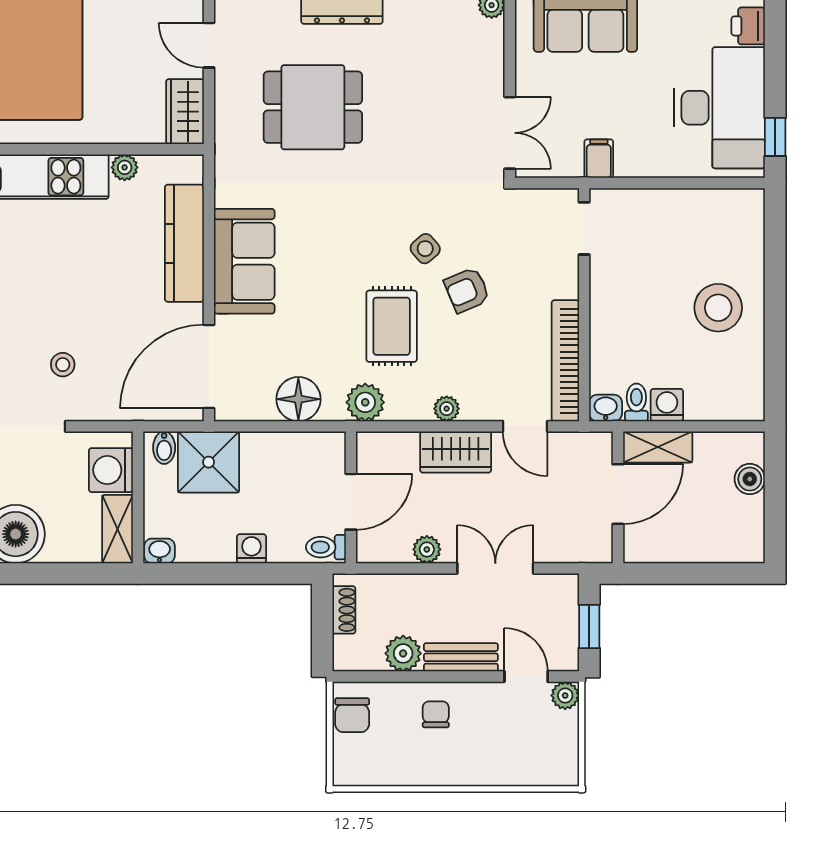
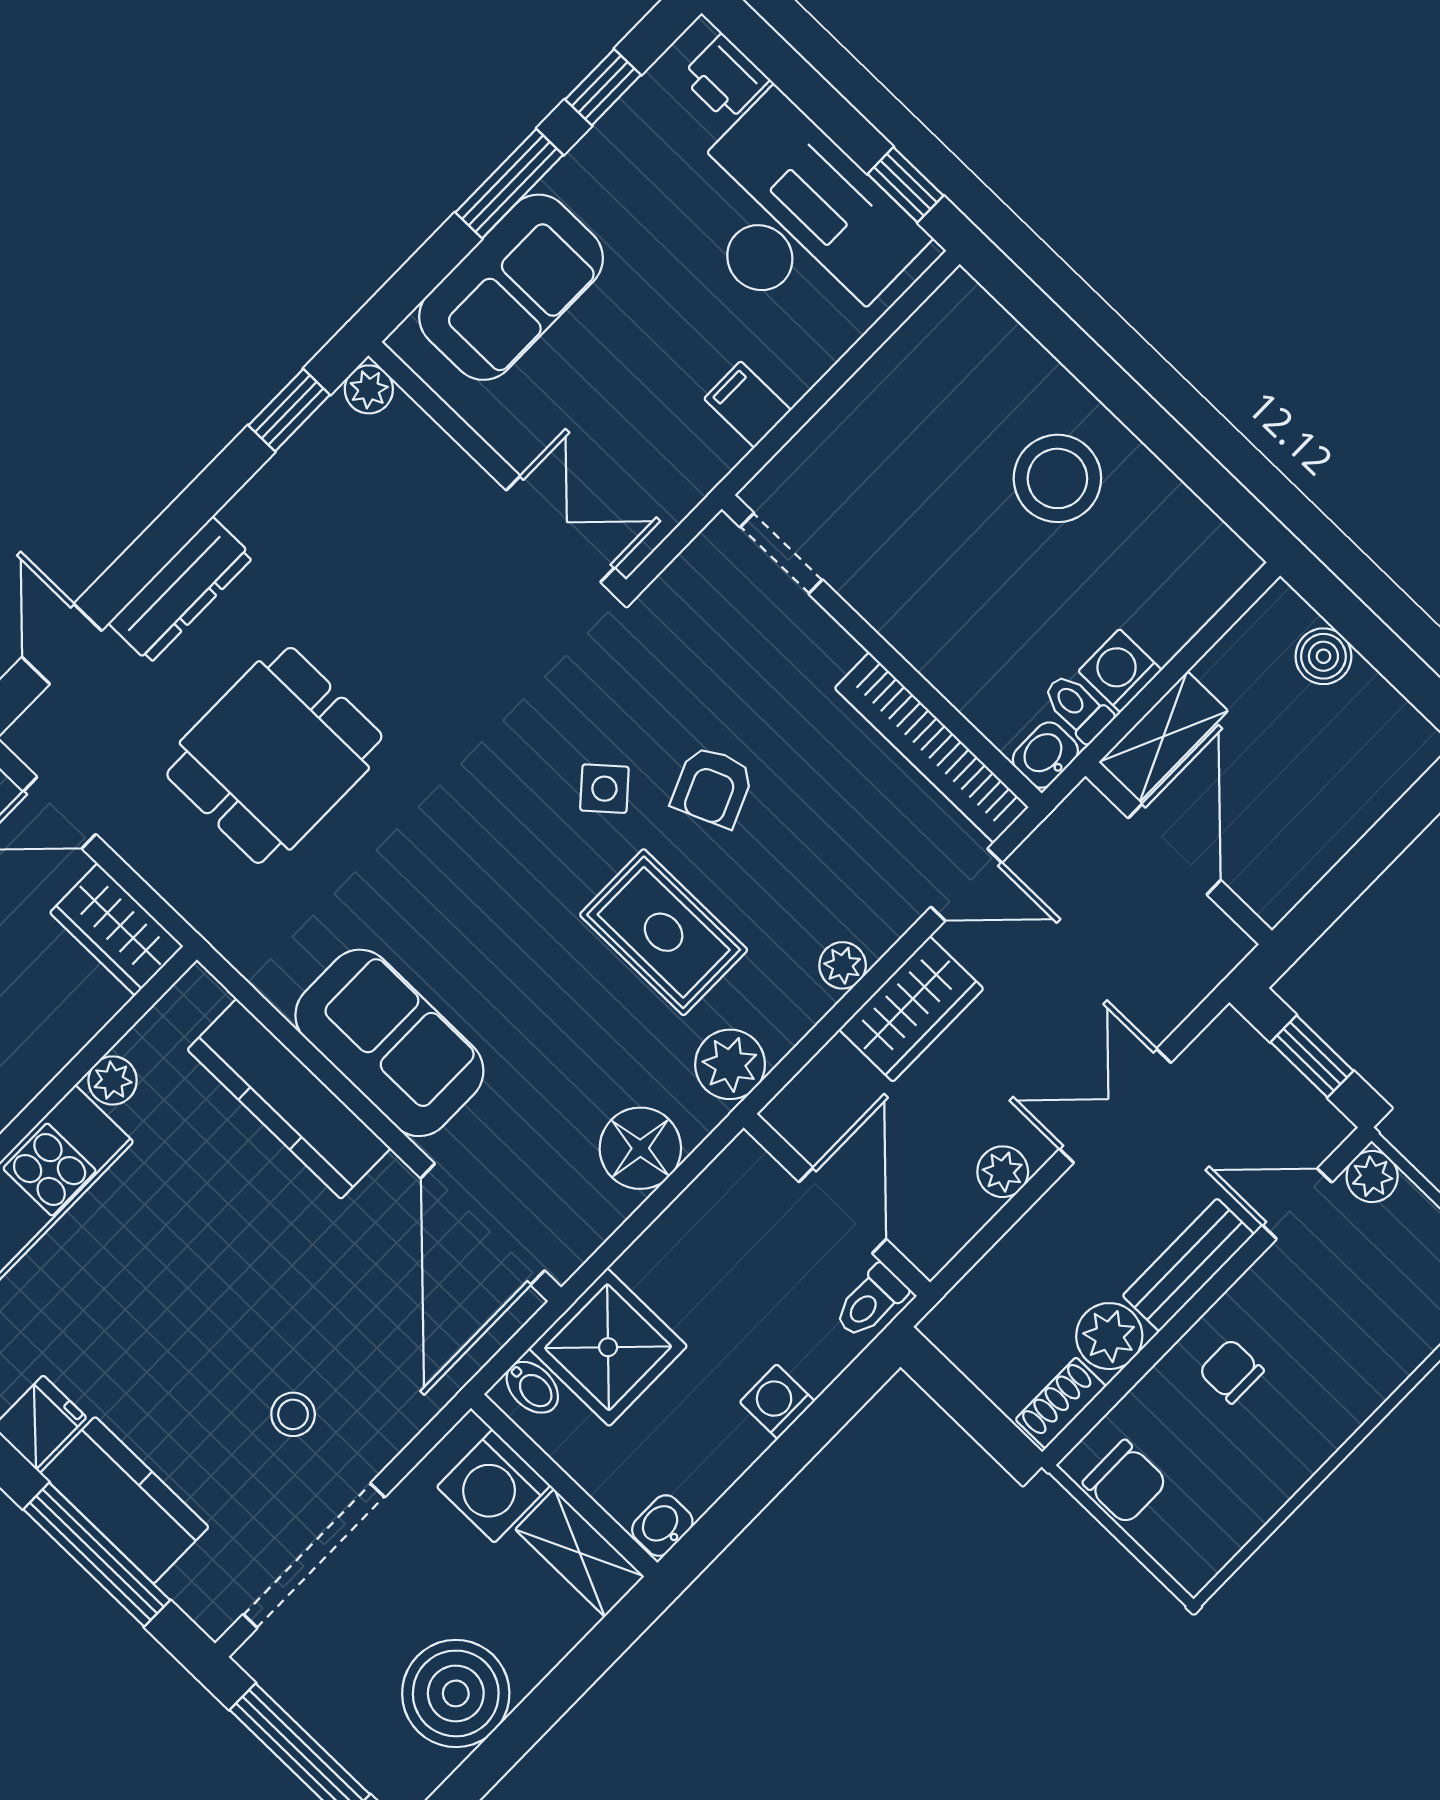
filing cabinet: (599, 159) -> (747, 404), moved
shoe rack: (344, 610) -> (1061, 1403), moved, turned -90

